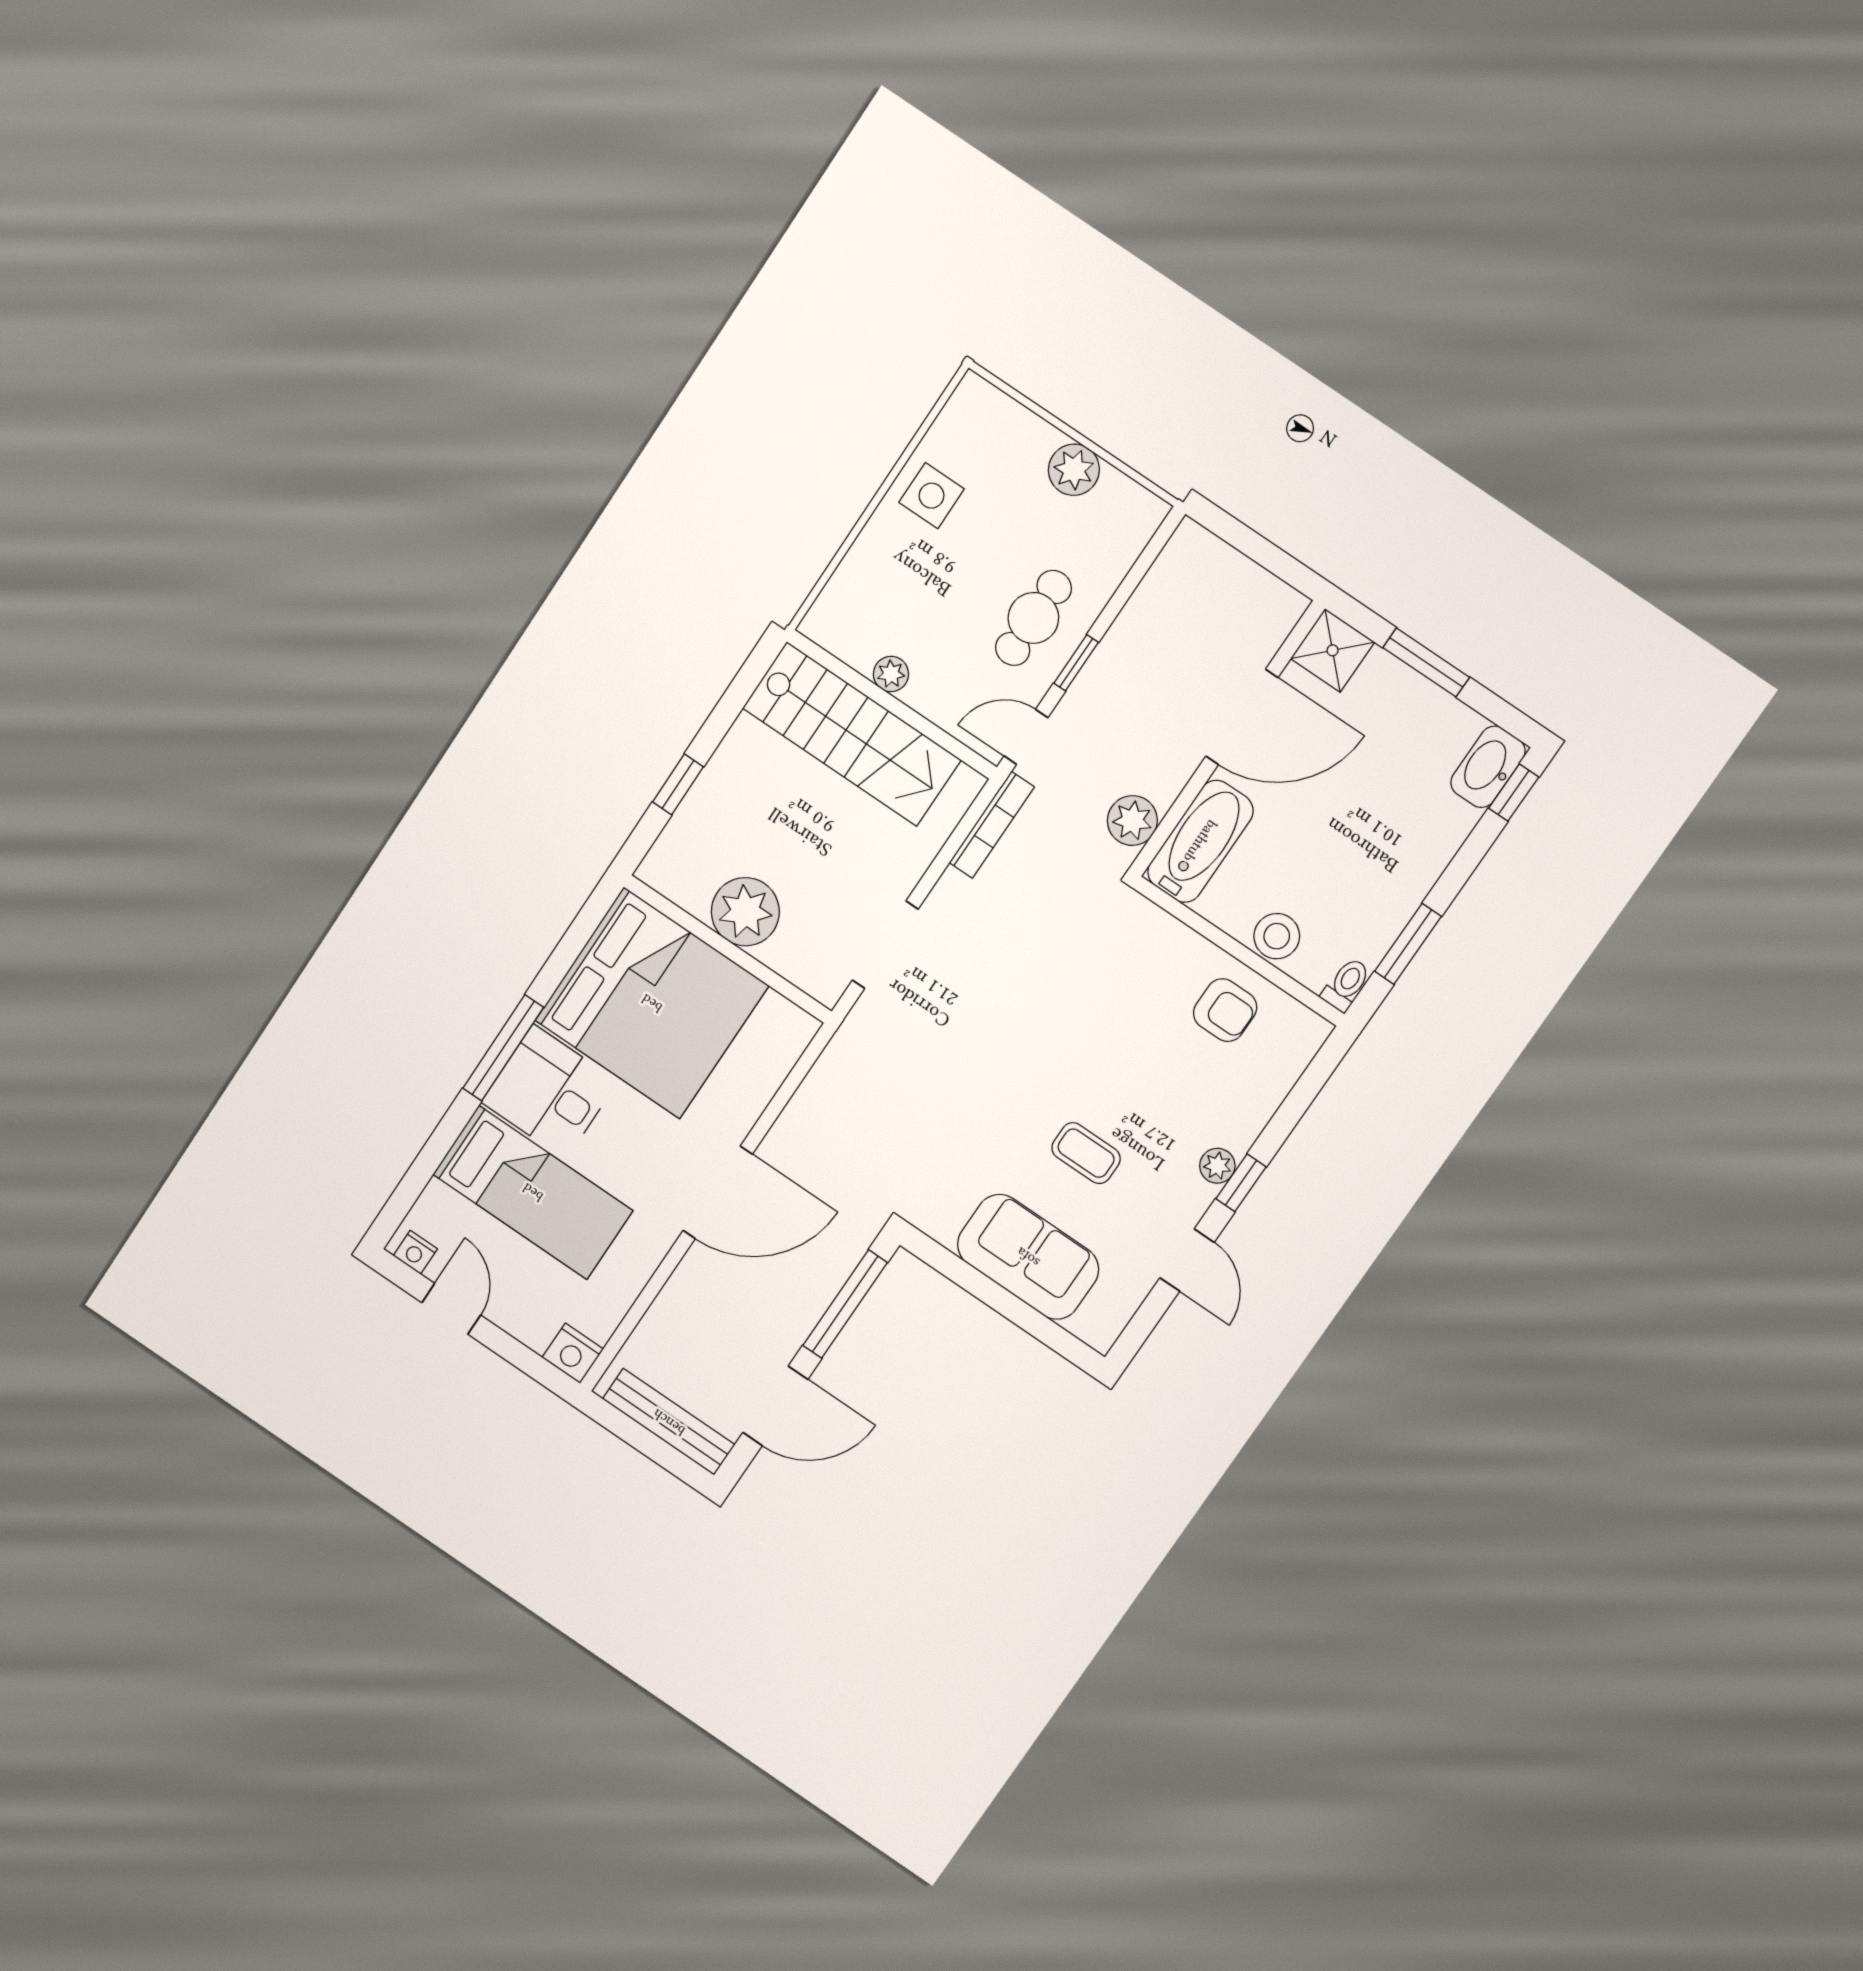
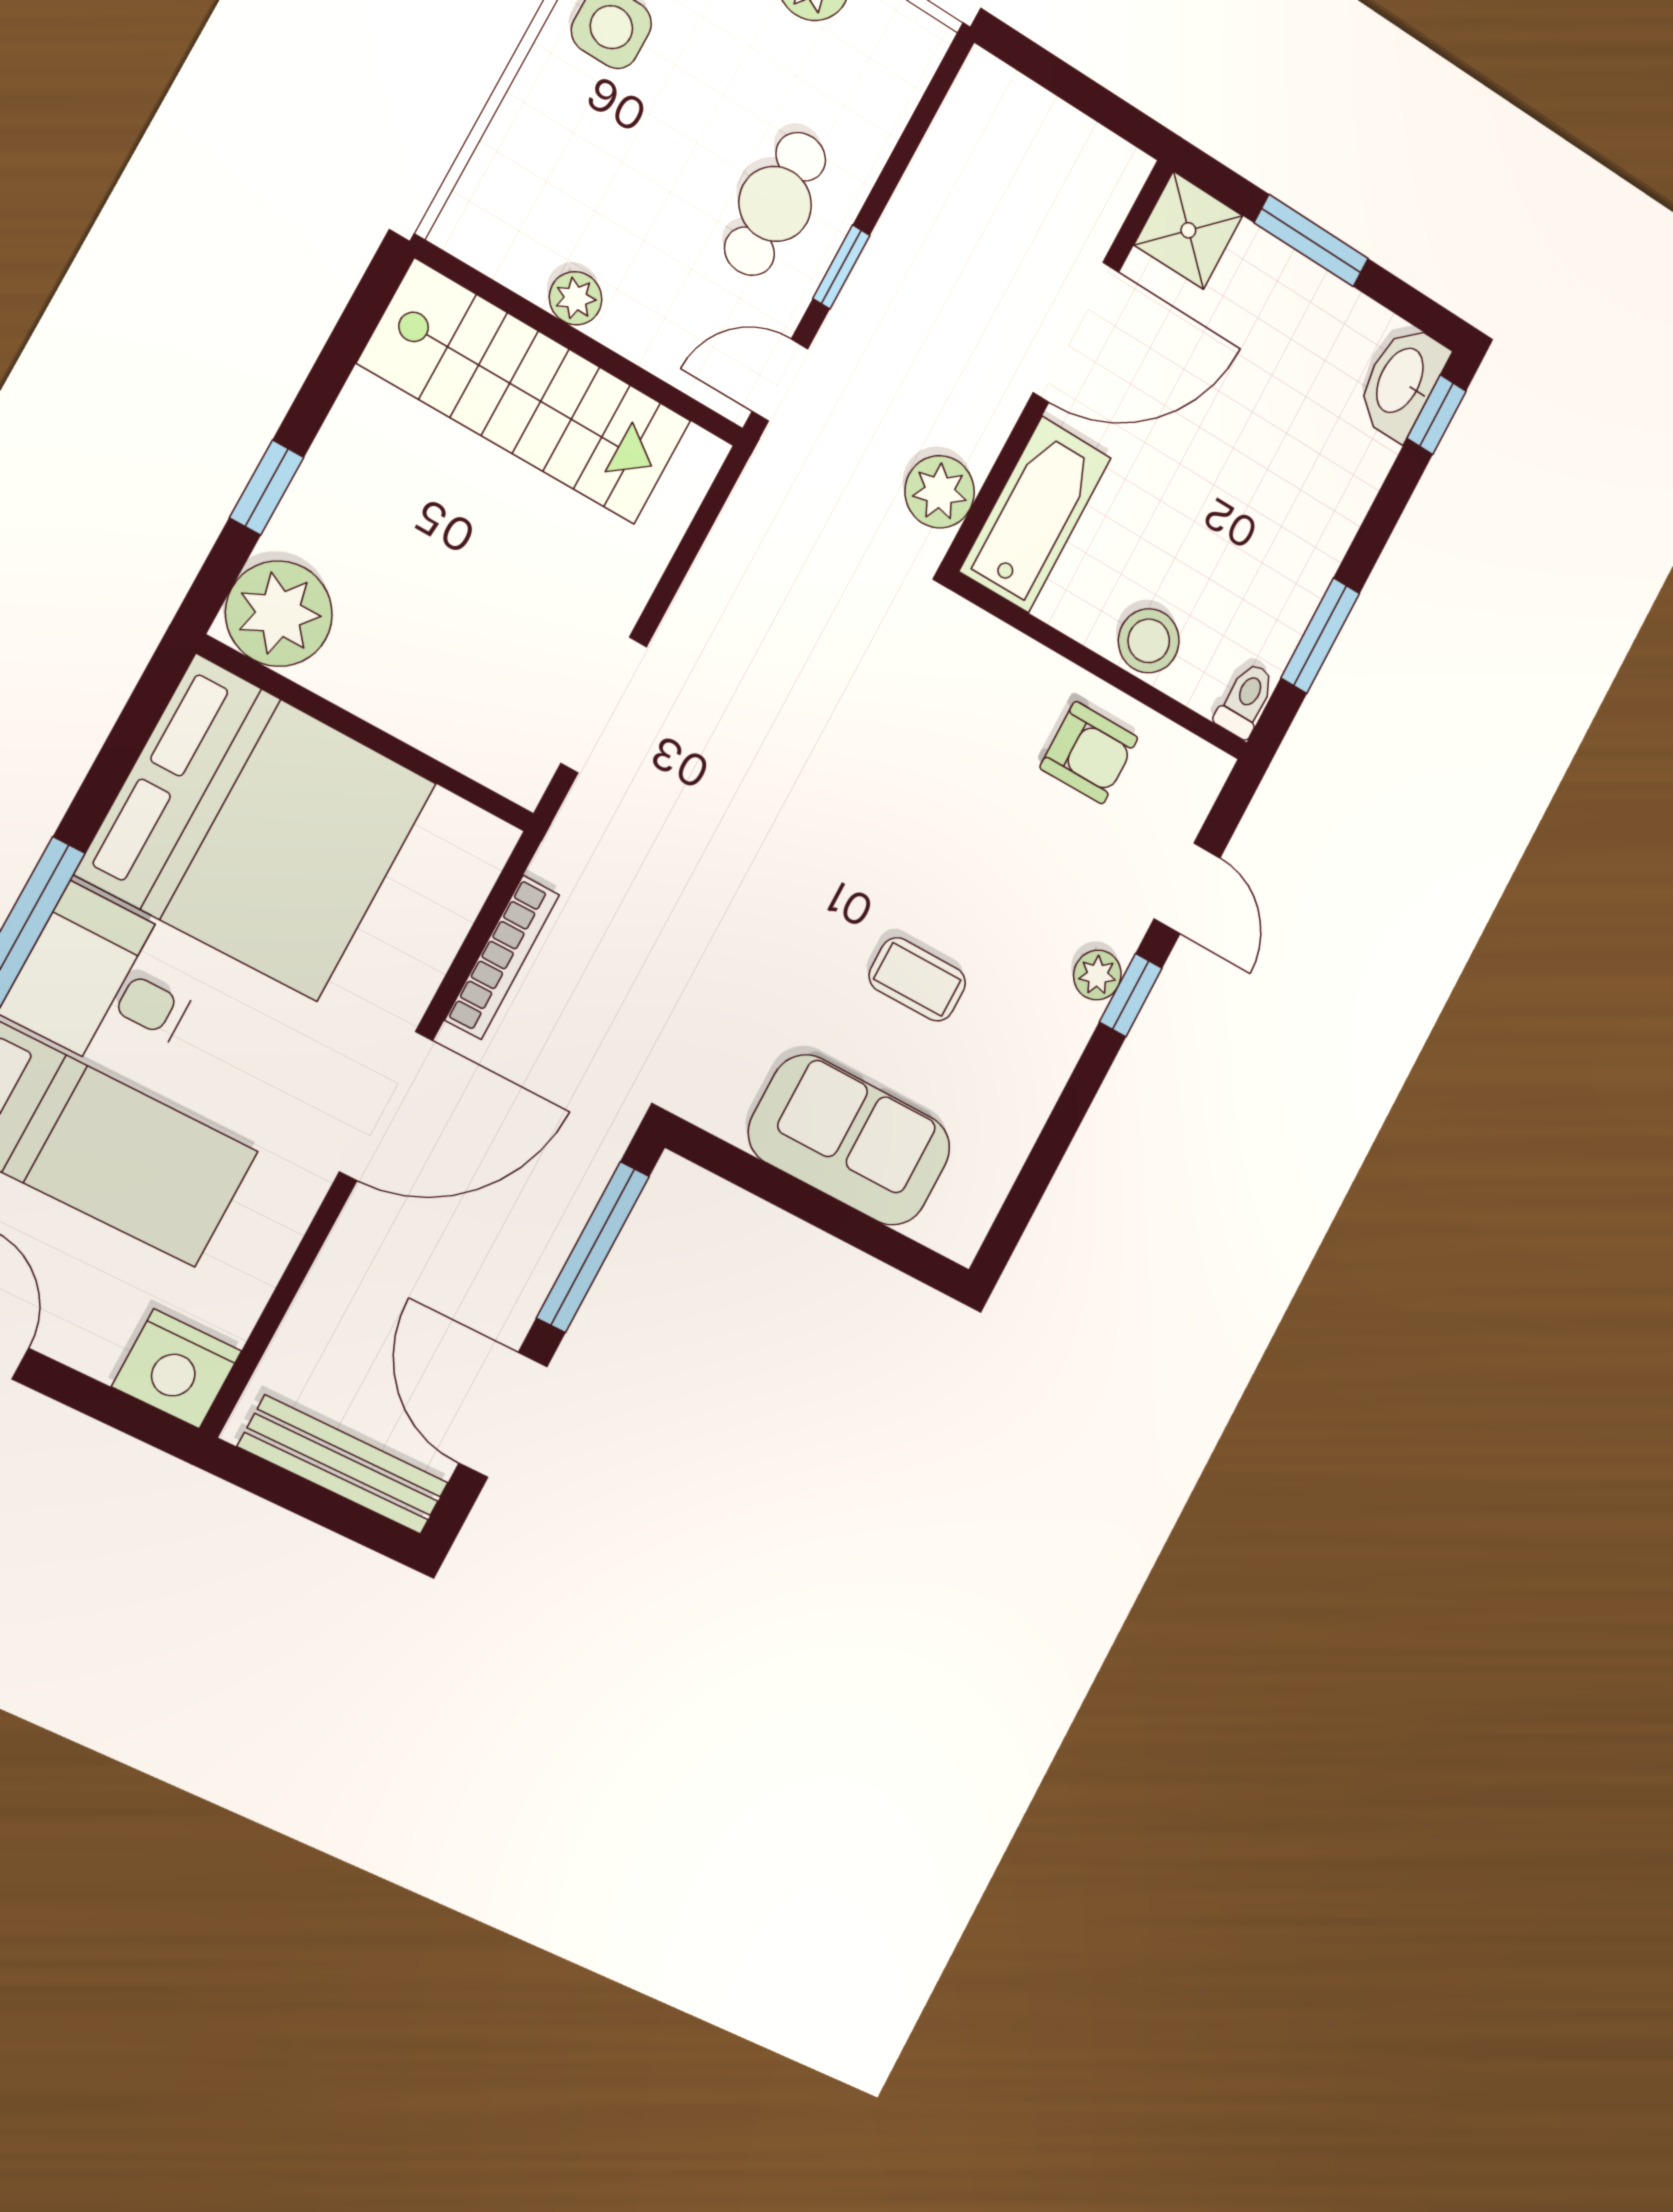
bookcase: (992, 825) -> (502, 957), moved
plant: (745, 912) -> (279, 614), moved
door: (1187, 1260) -> (1187, 888), moved
nightstand: (573, 1353) -> (177, 1369), width x1.36, depth x1.33
door: (775, 1406) -> (503, 1415), swing flipped

